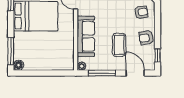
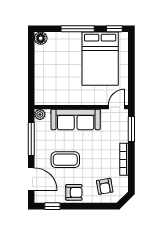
armchair: (146, 38) -> (74, 192), turned 100
window: (11, 51) -> (78, 29), moved
door: (135, 73) -> (31, 179), hinge flipped

